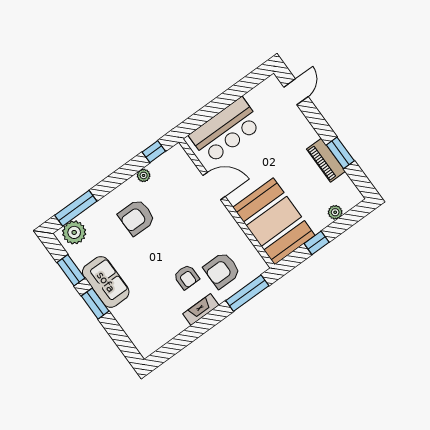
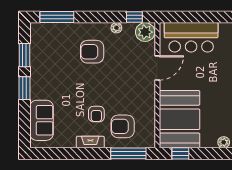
door: (214, 186) -> (157, 68), hinge flipped
plant: (74, 232) -> (145, 32), moved
window: (317, 243) -> (180, 153), moved
sofa: (106, 282) -> (42, 120), moved

